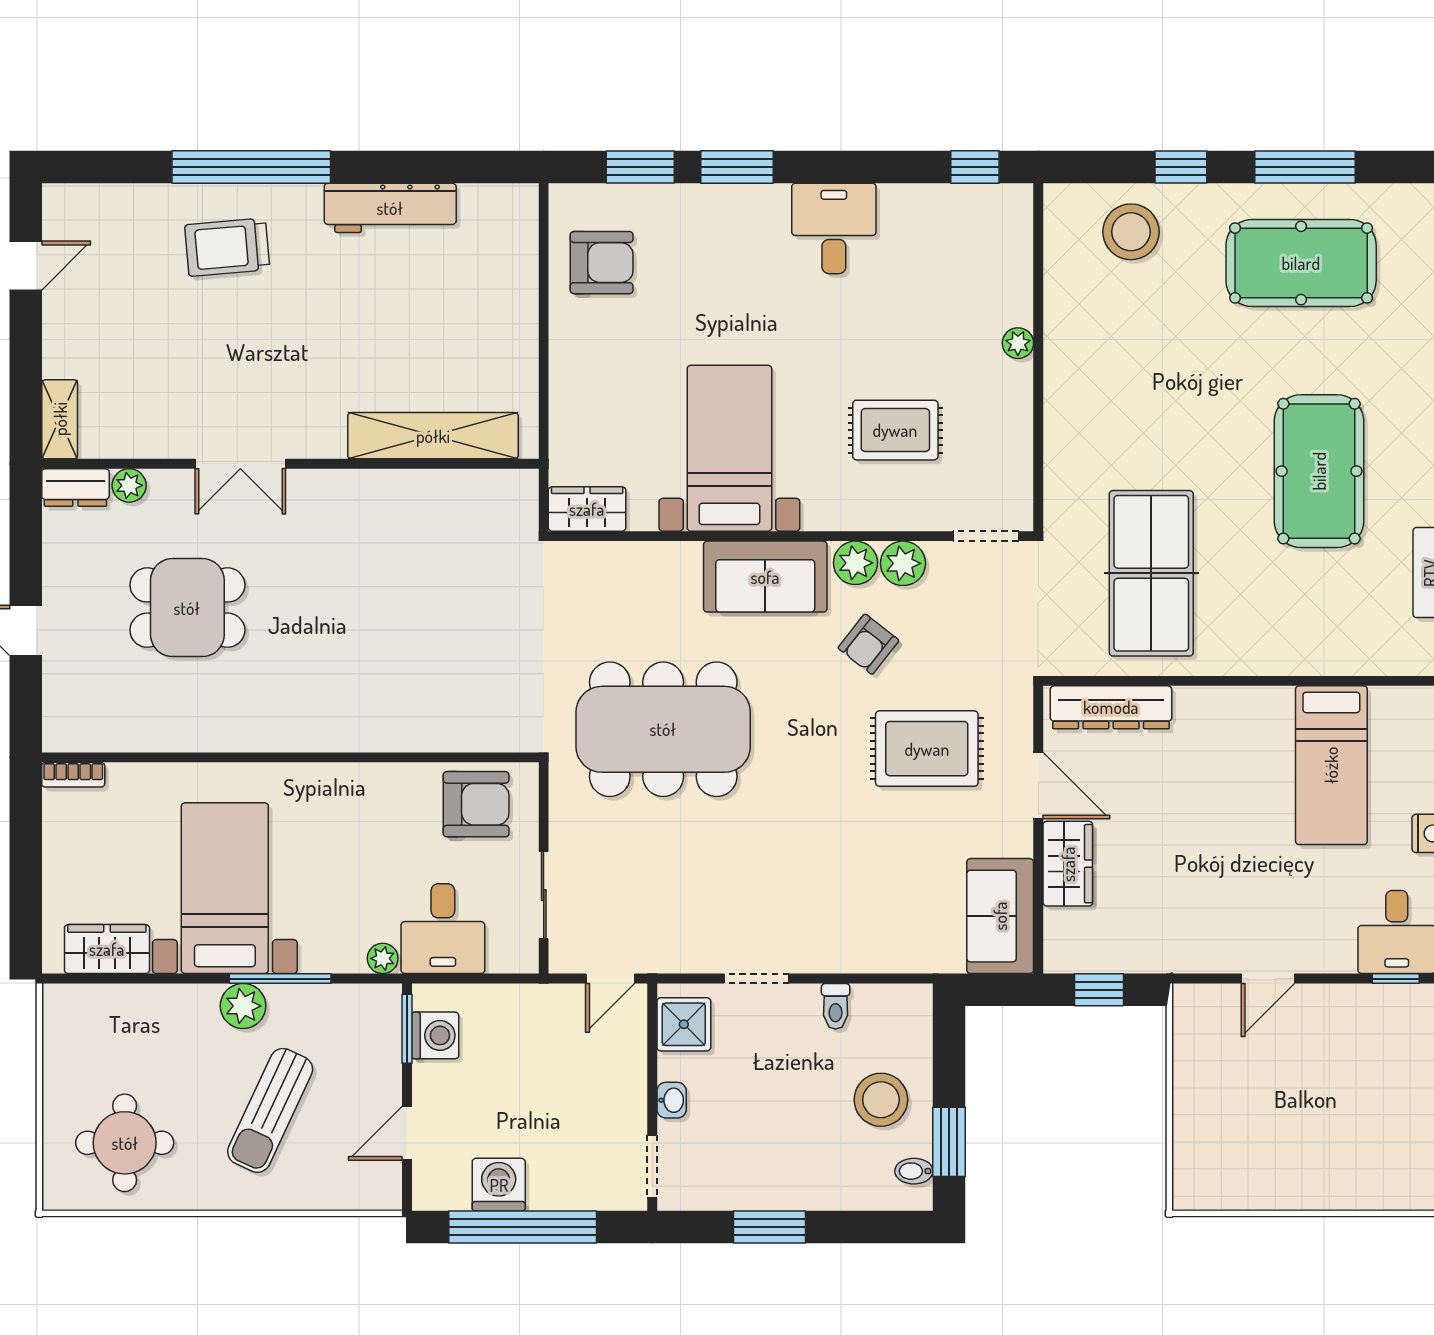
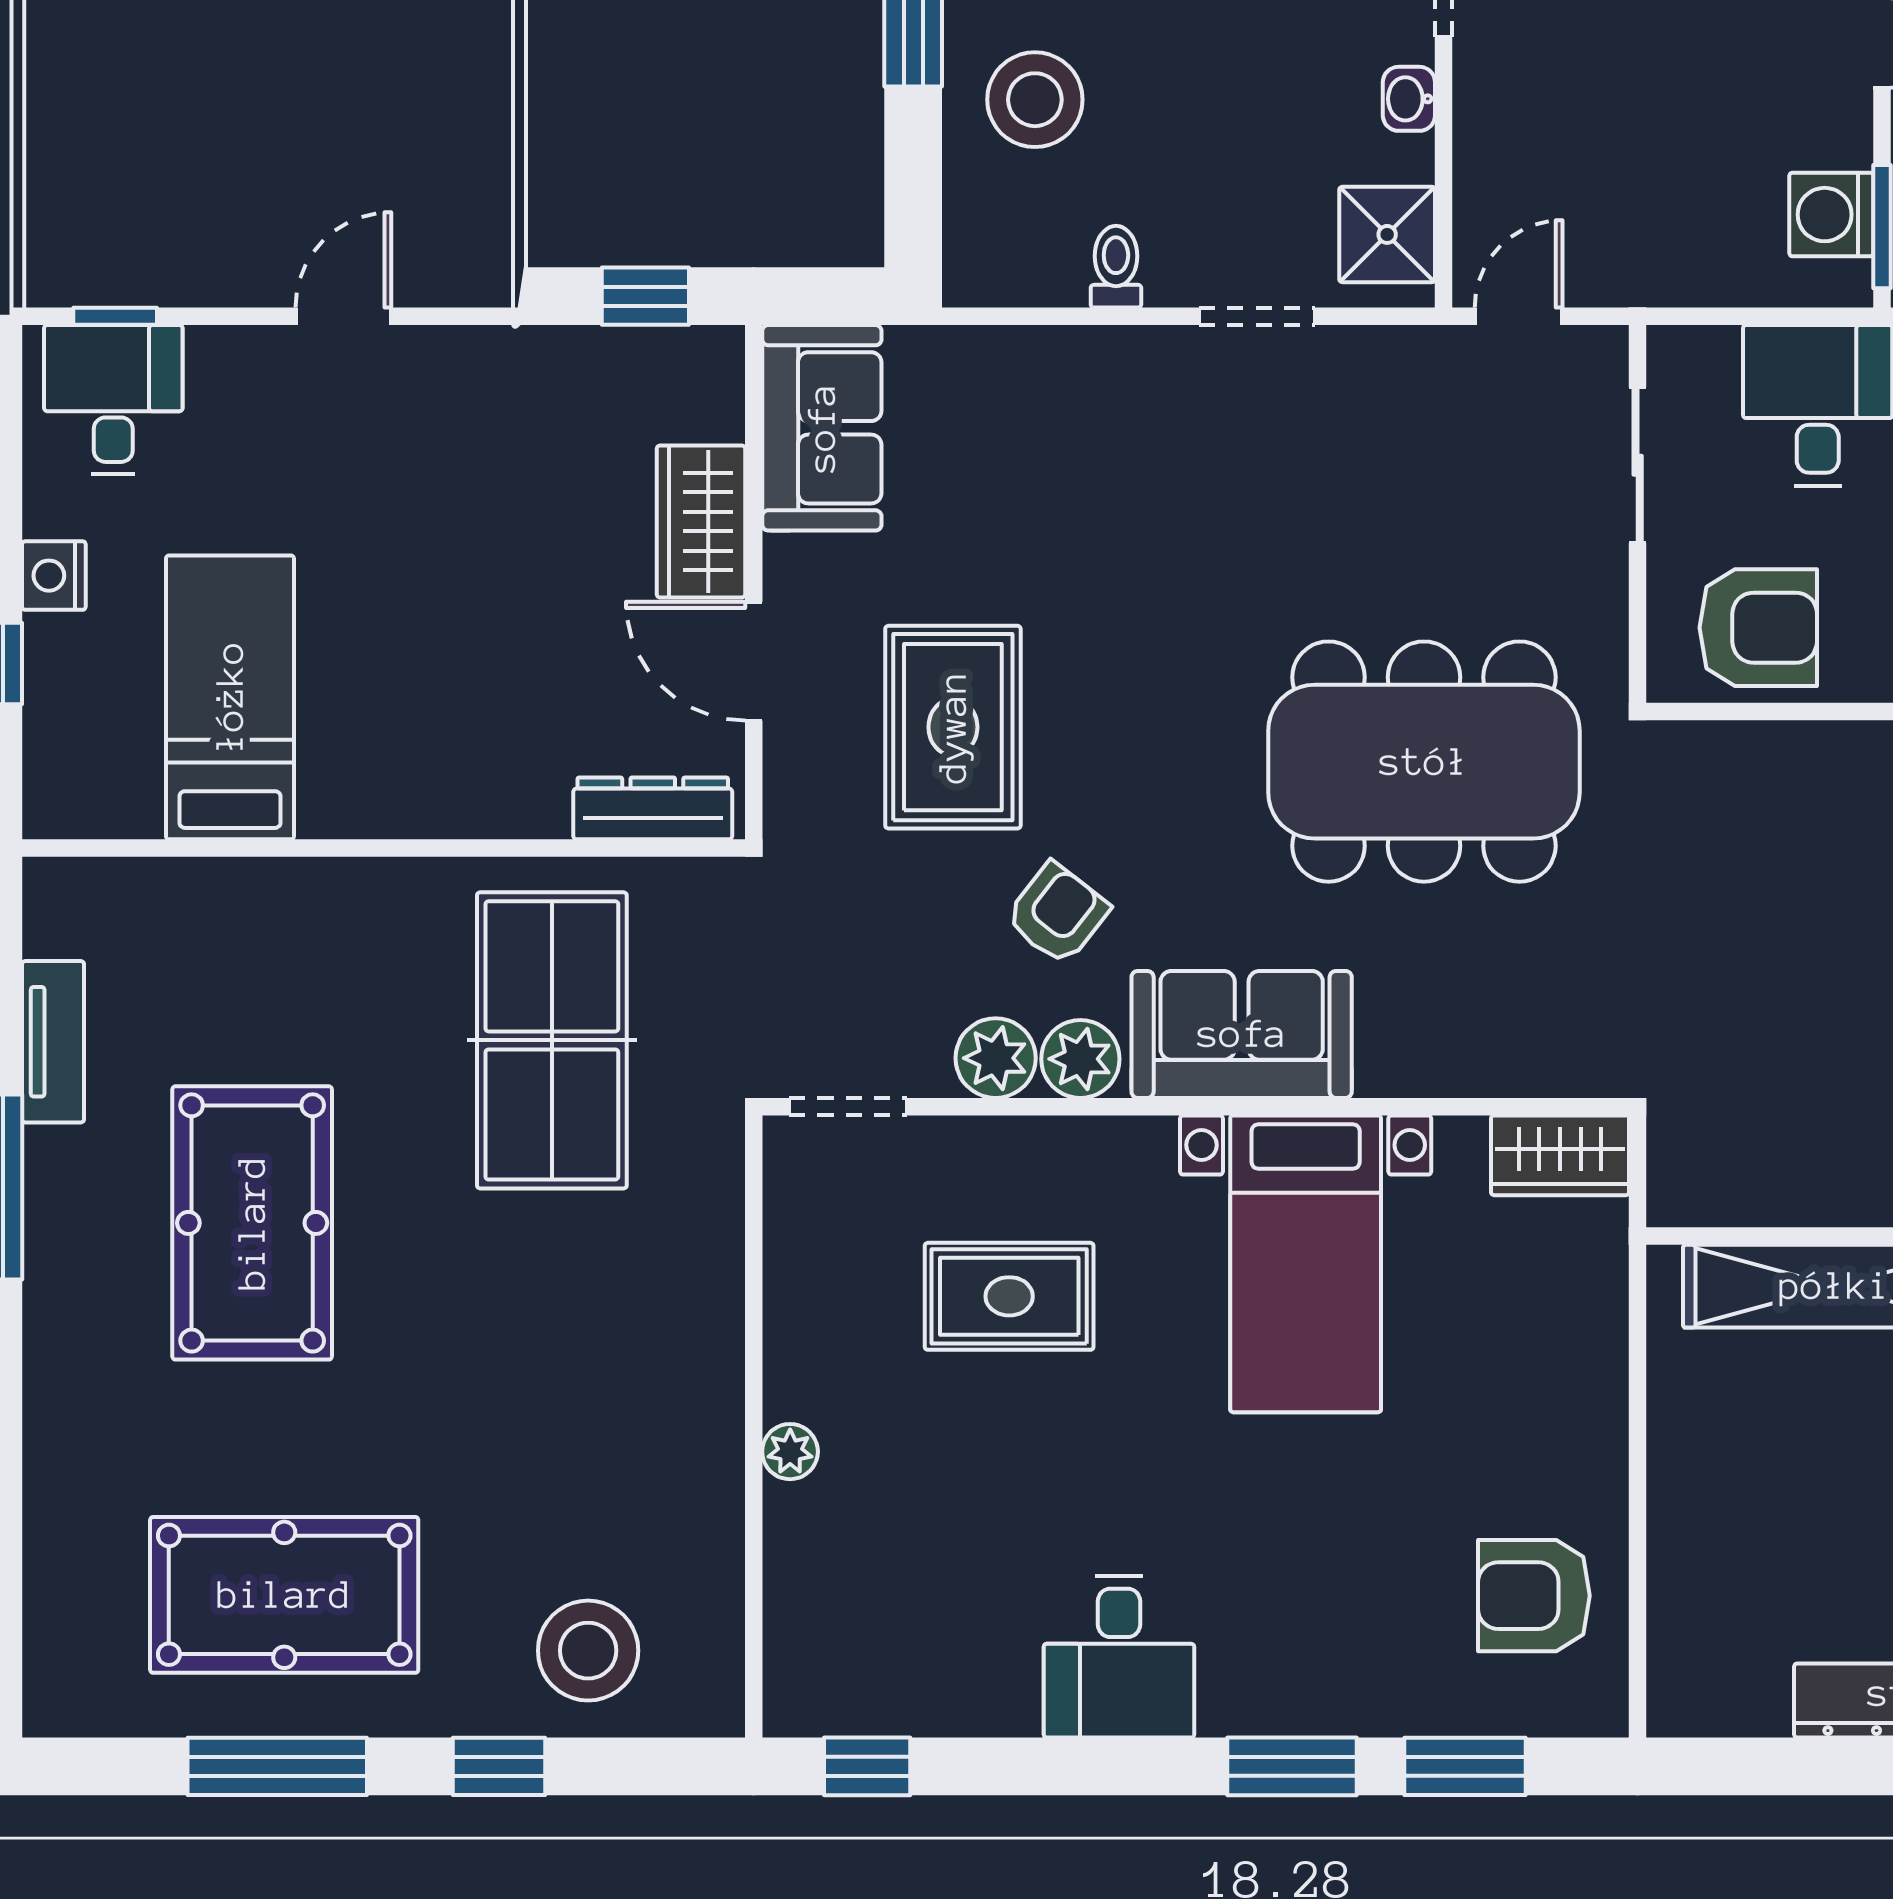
dresser: (1111, 707) -> (653, 808), width x0.73, depth x0.80
rug: (927, 749) -> (953, 727), turned 90
armchair: (476, 804) -> (1758, 628), turned 180

